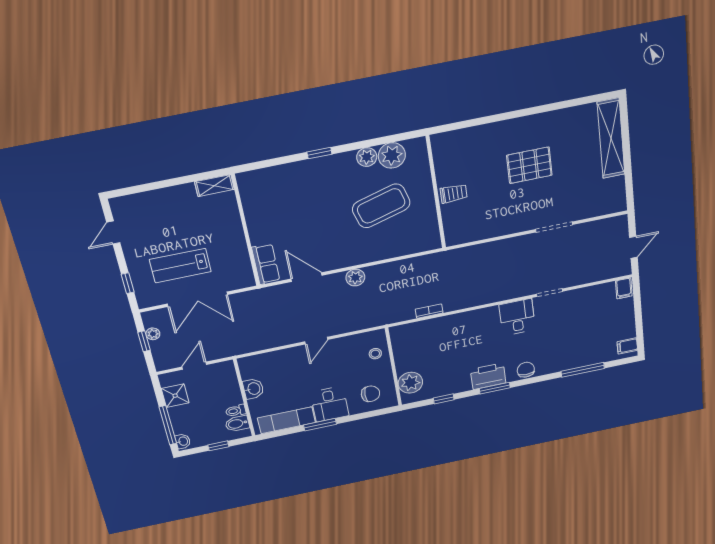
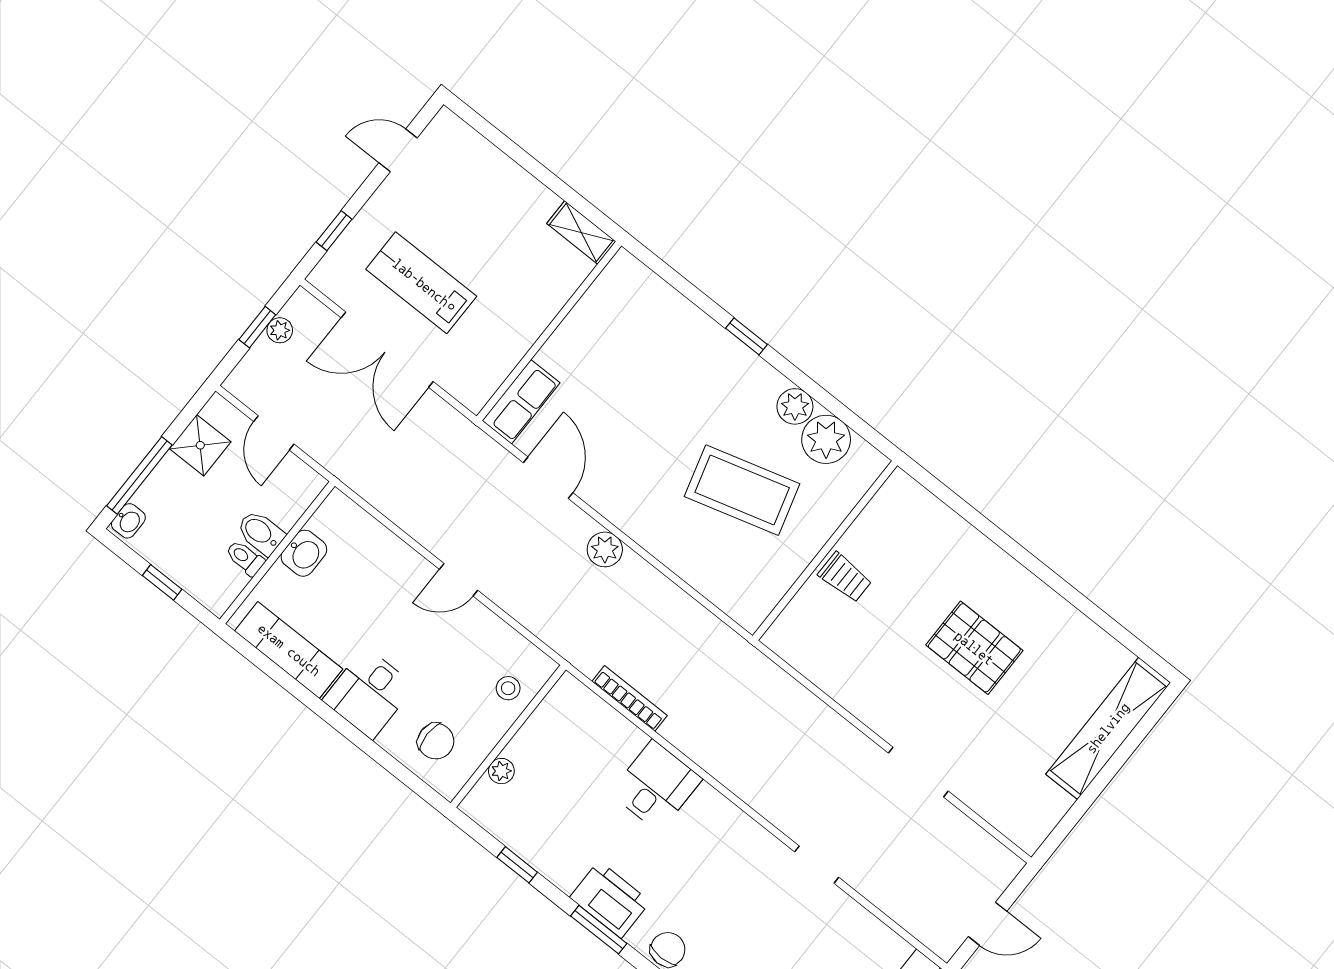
bookcase: (429, 311) -> (630, 698), width x1.56
desk: (517, 317) -> (656, 786), moved
door: (194, 366) -> (274, 433), swing flipped
plant: (410, 383) -> (501, 771), width x0.53, depth x0.53
bidet: (237, 424) -> (261, 533), moved
window: (320, 425) -> (321, 709), removed

